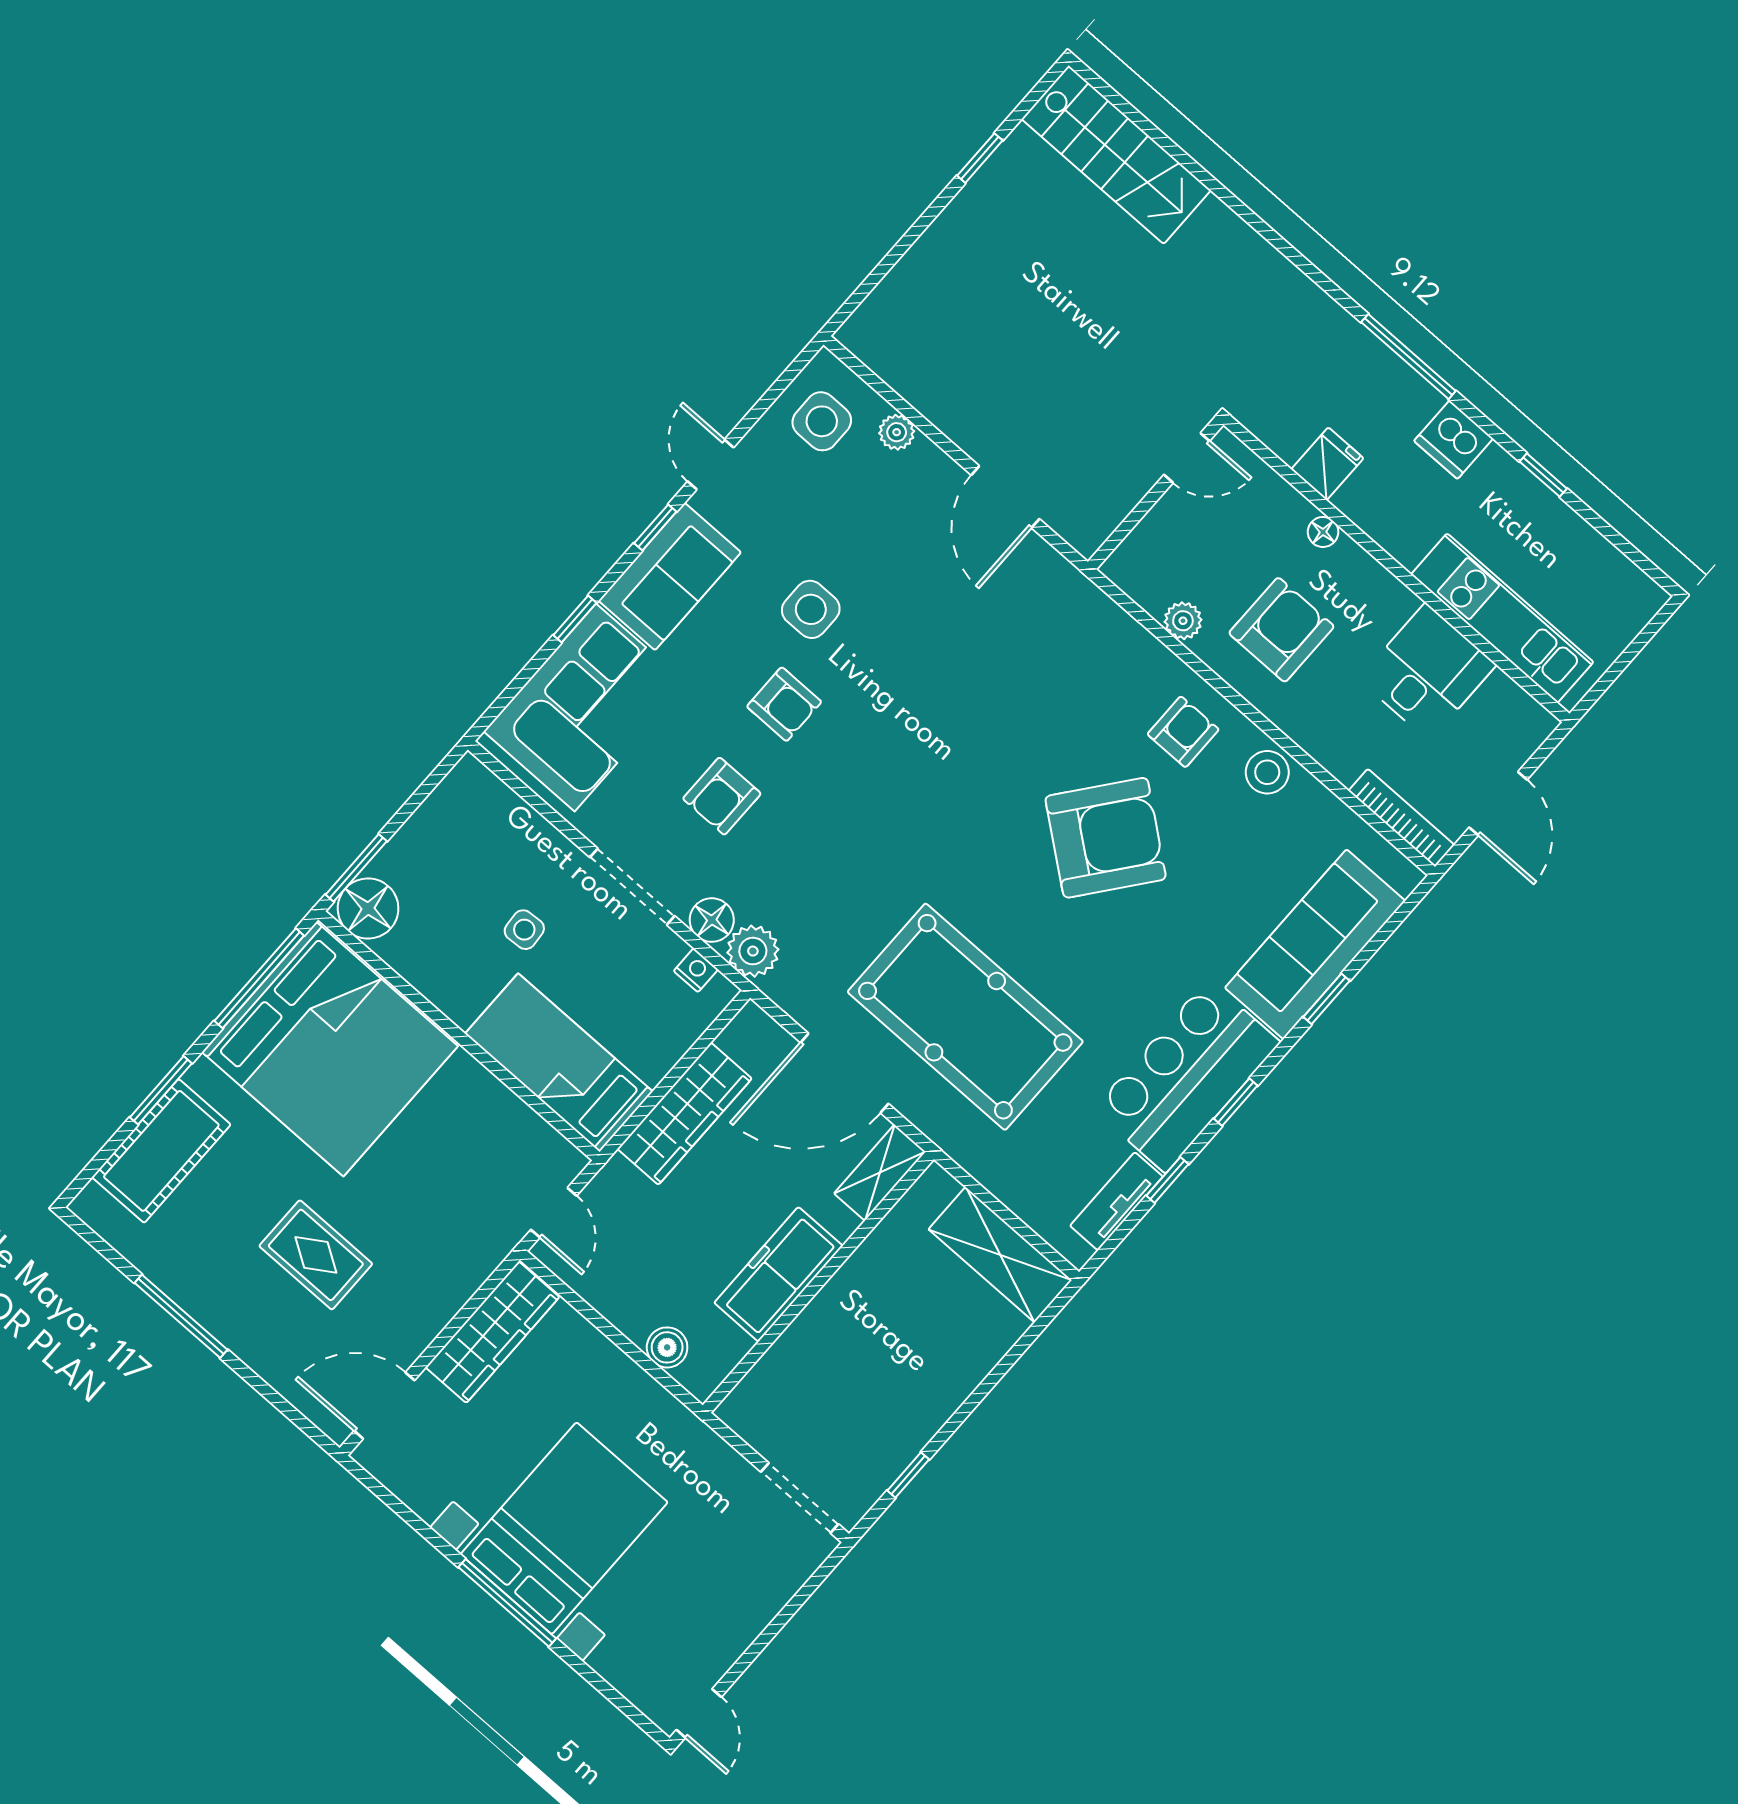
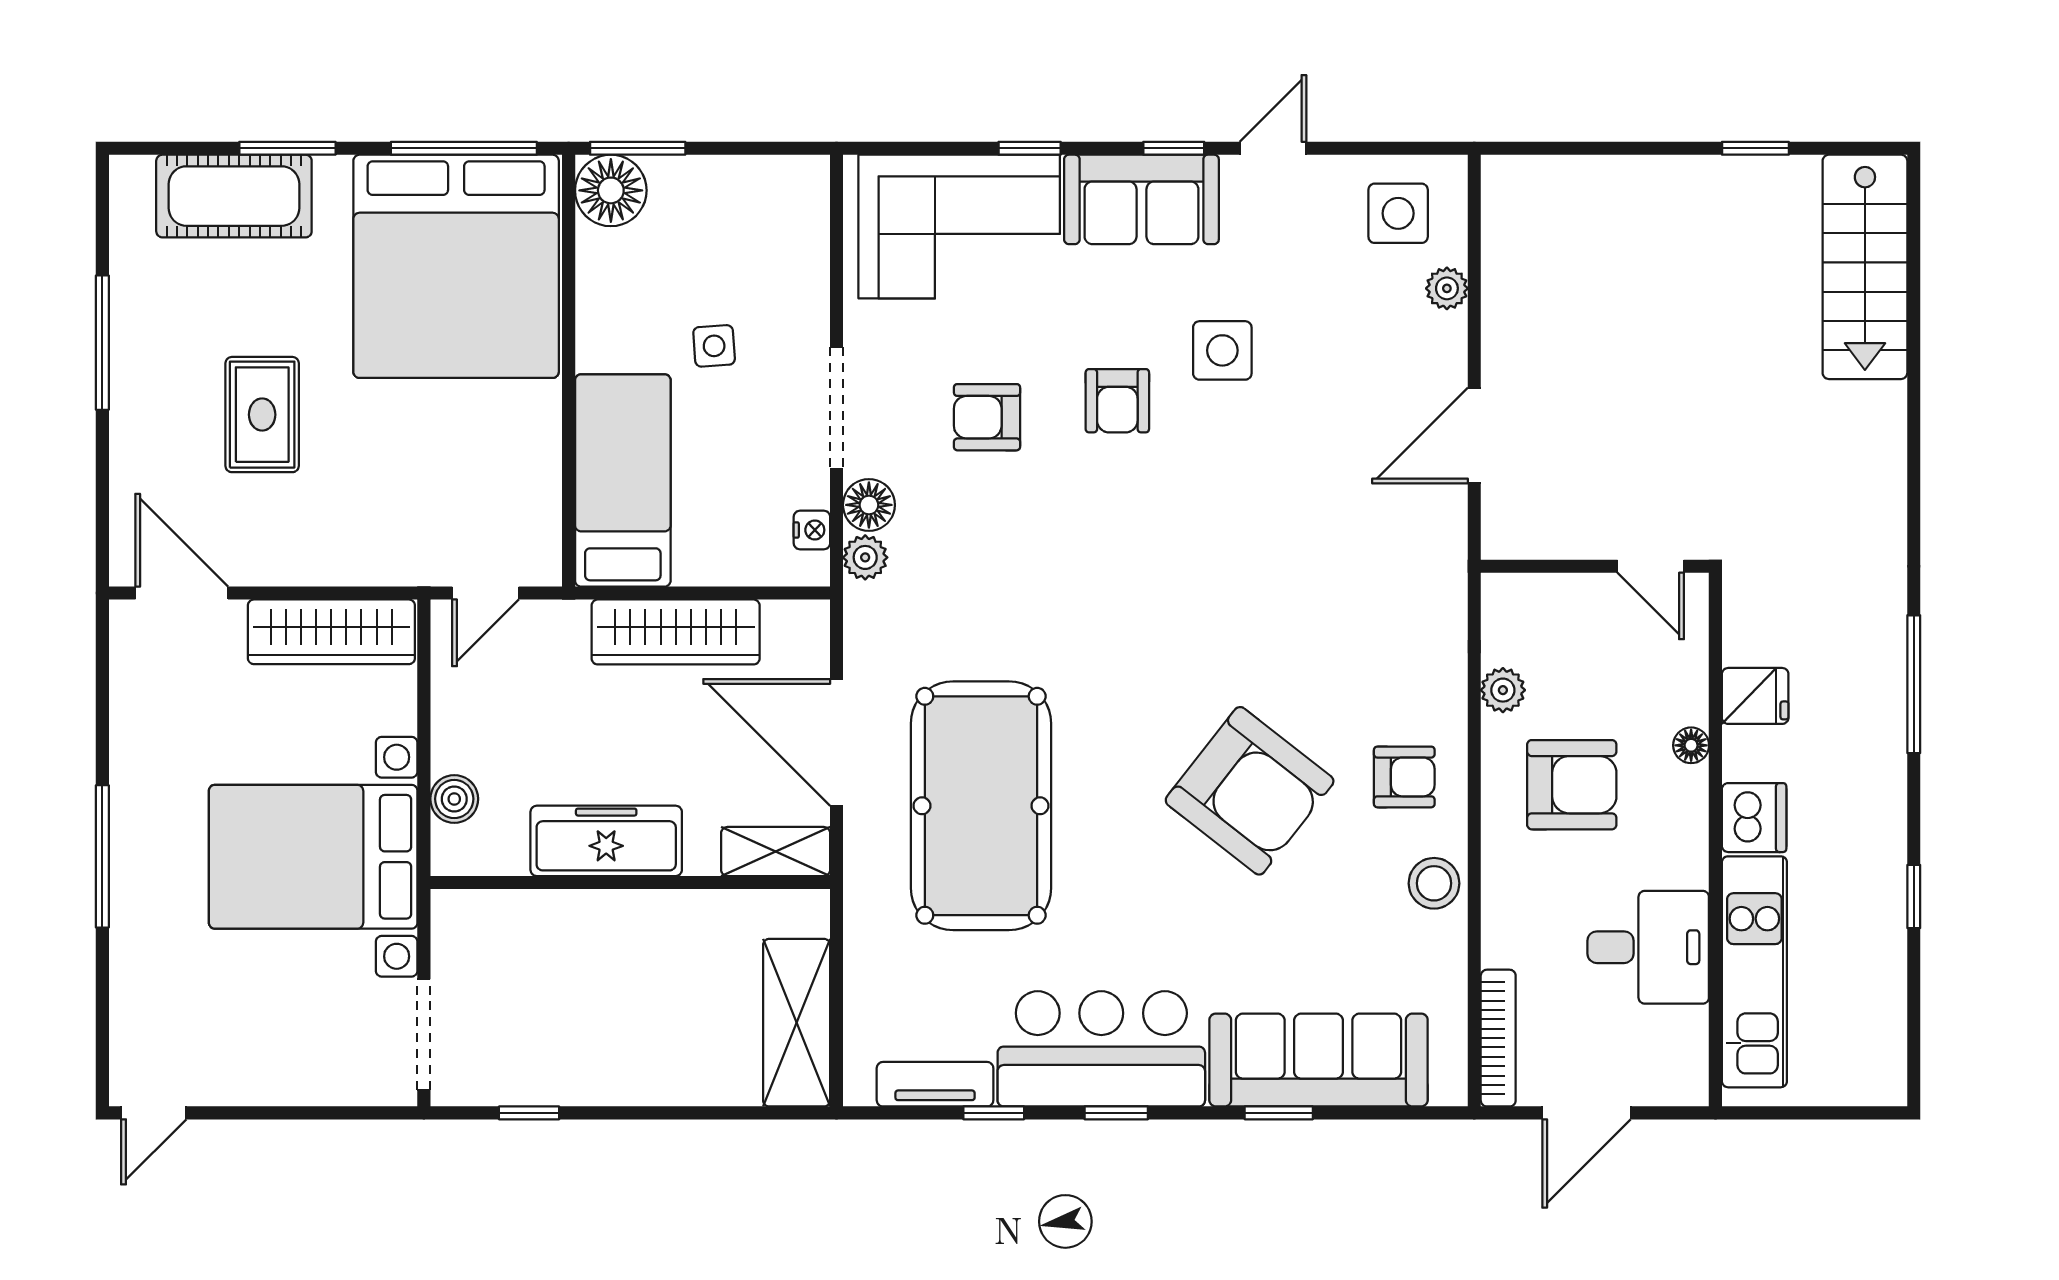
dishwasher: (1454, 440) -> (1754, 818), moved, turned 180
plant: (753, 951) -> (865, 557), width x0.73, depth x0.73
bed with nightstands: (564, 1528) -> (313, 857), moved, turned 180

